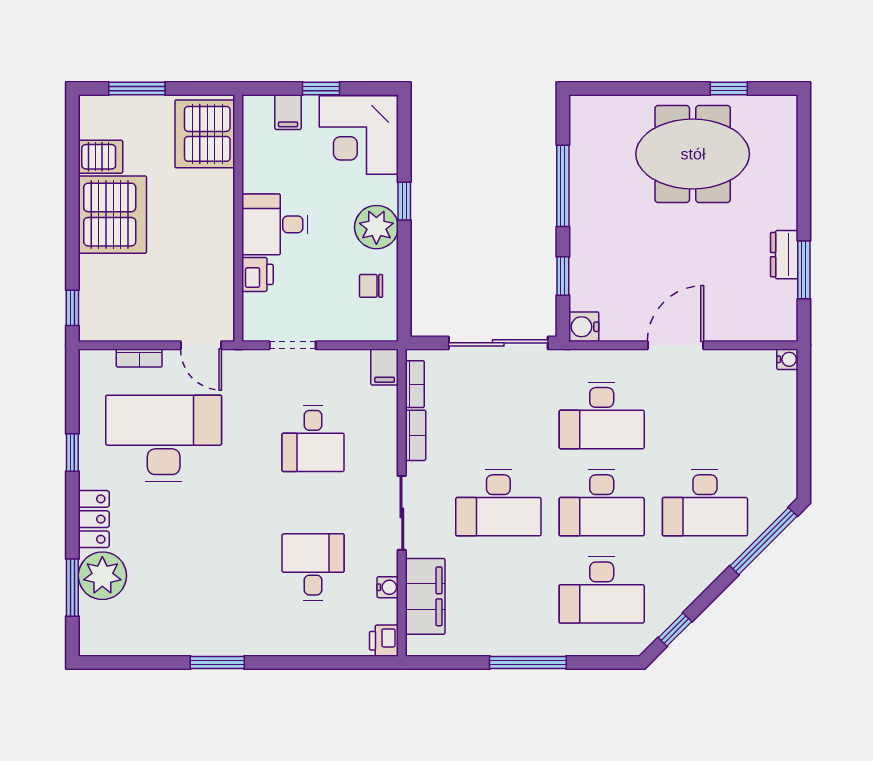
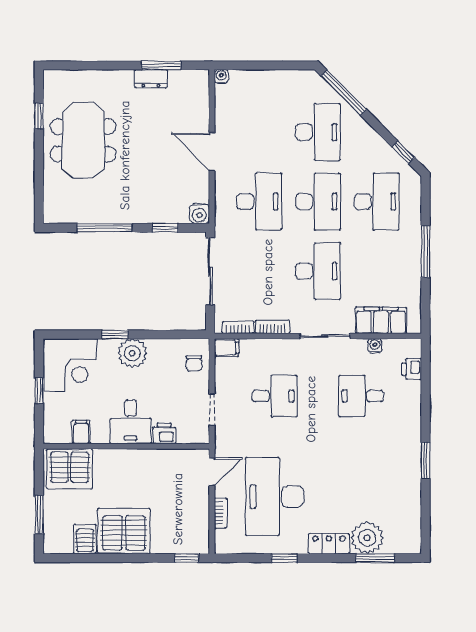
filing cabinet: (288, 112) -> (81, 432), moved, turned -90
chair: (371, 286) -> (194, 363), moved
printer: (384, 641) -> (412, 369), moved, turned 90

